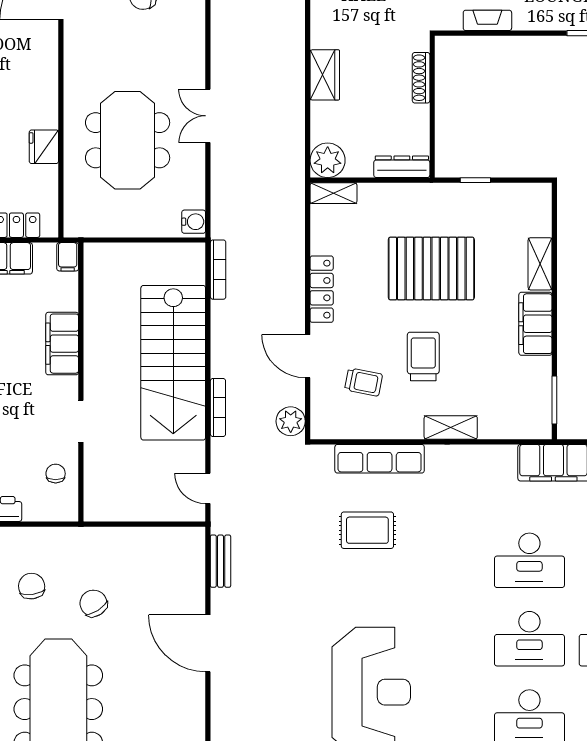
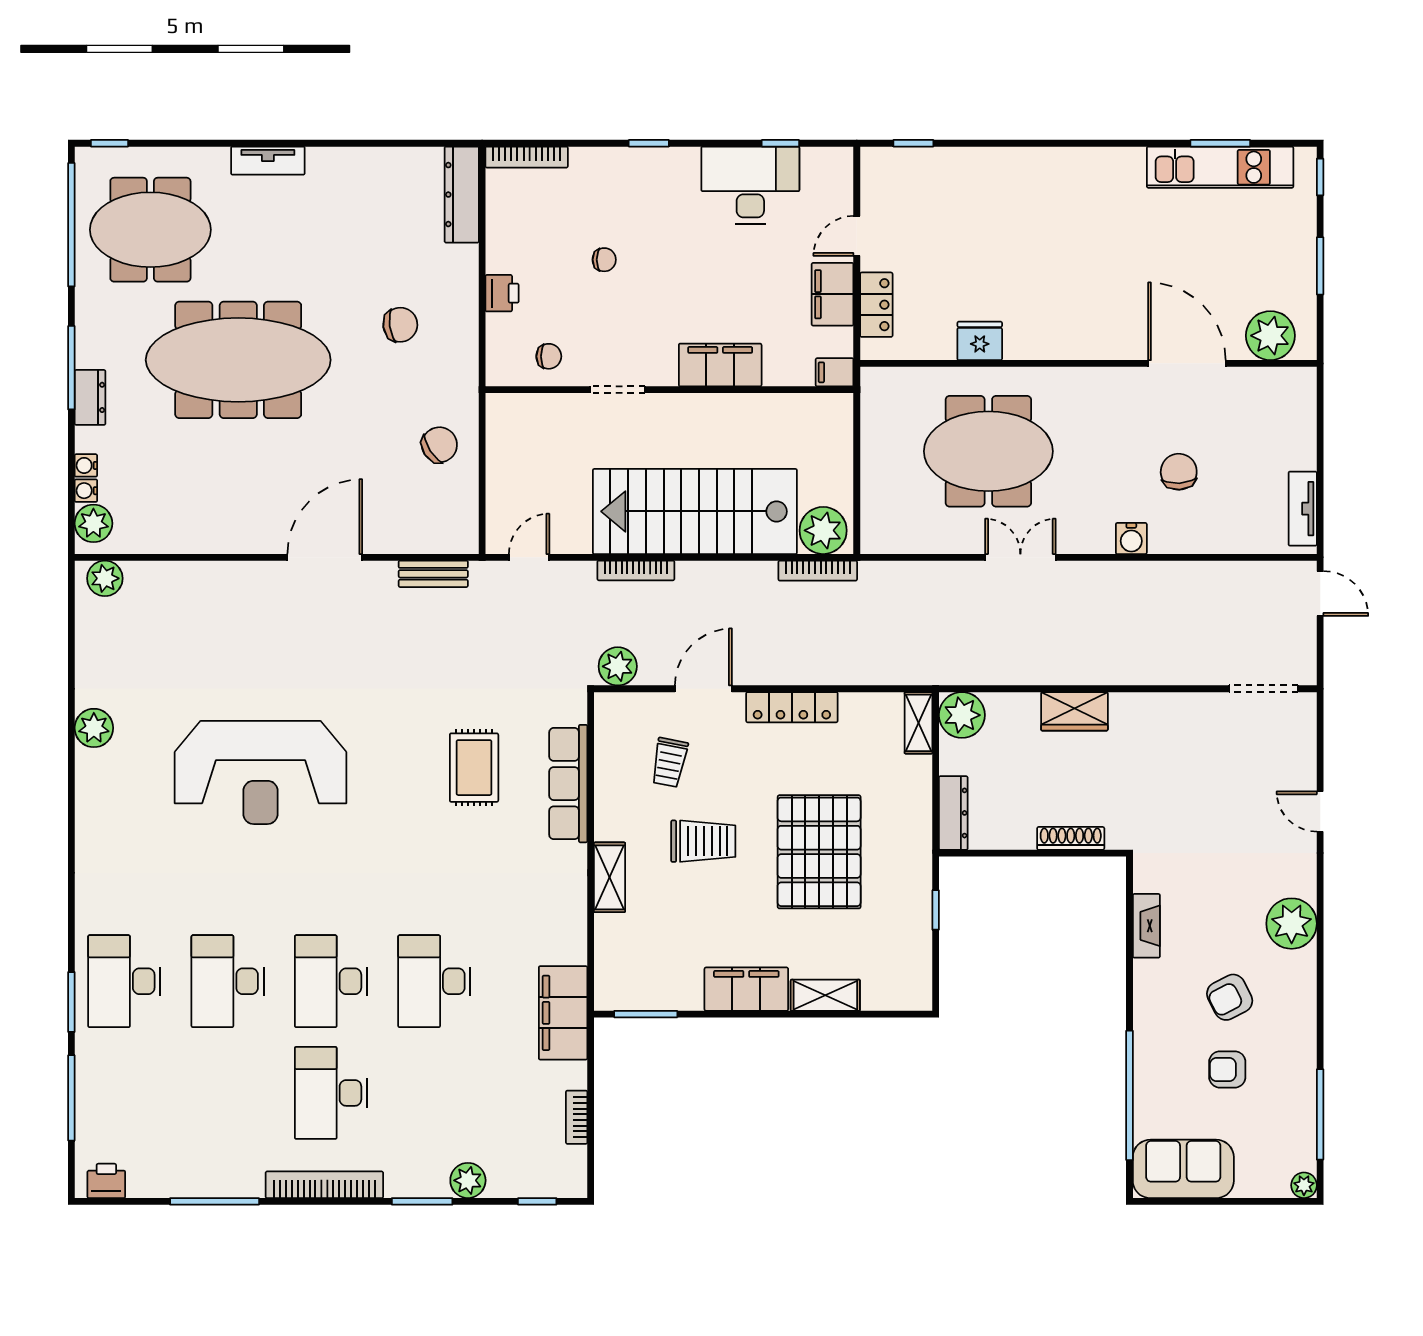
water cooler: (194, 222) -> (1131, 538), moved
plant: (188, 265) -> (823, 530), added
chair: (93, 603) -> (439, 445), moved

